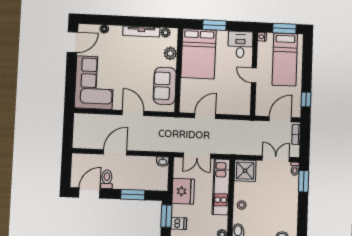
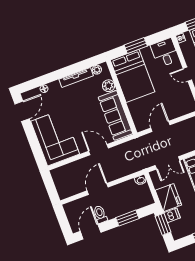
sofa: (165, 86) -> (115, 115), width x1.36
dishwasher: (179, 223) -> (172, 215), moved

